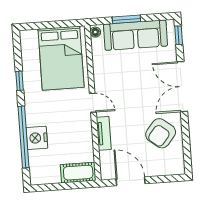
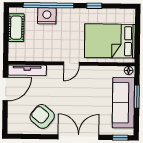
tv unit: (104, 133) -> (27, 70), moved, width x1.41
cot: (78, 173) -> (16, 28), moved

